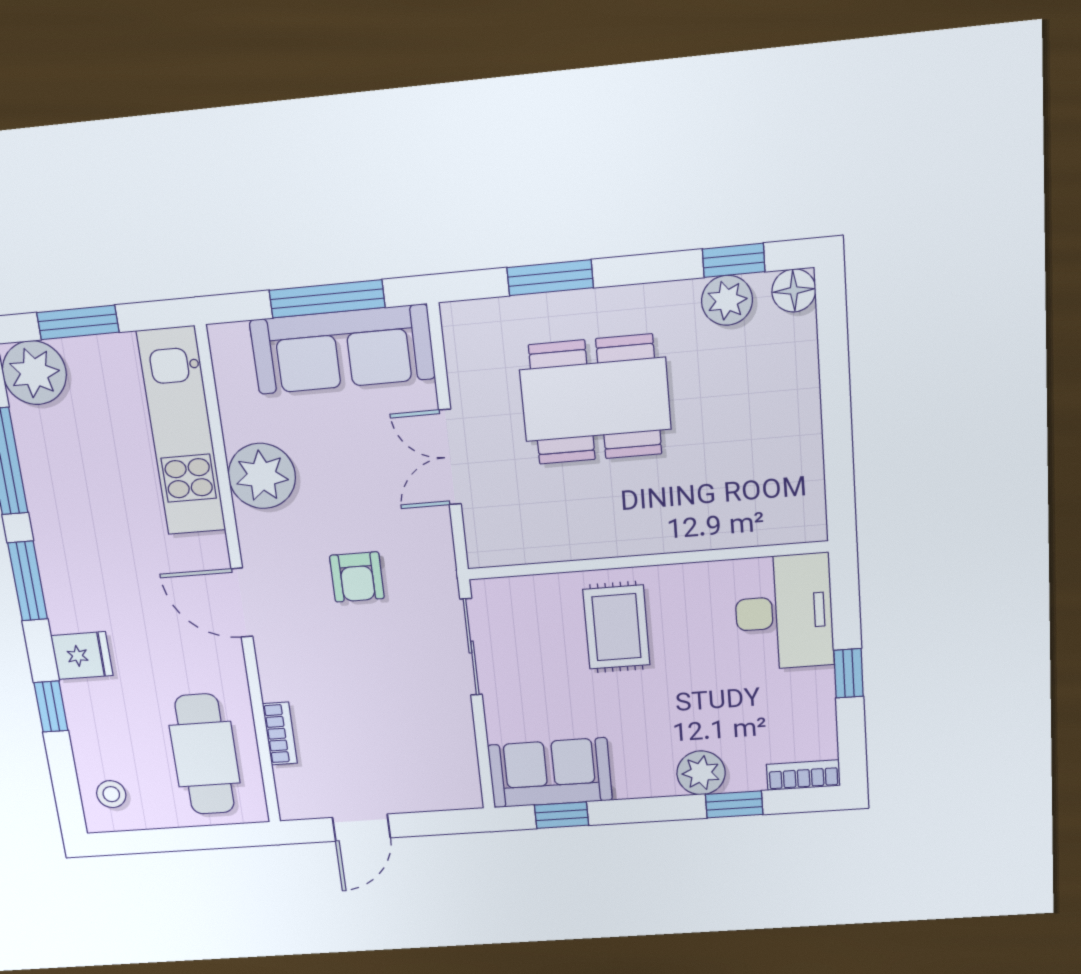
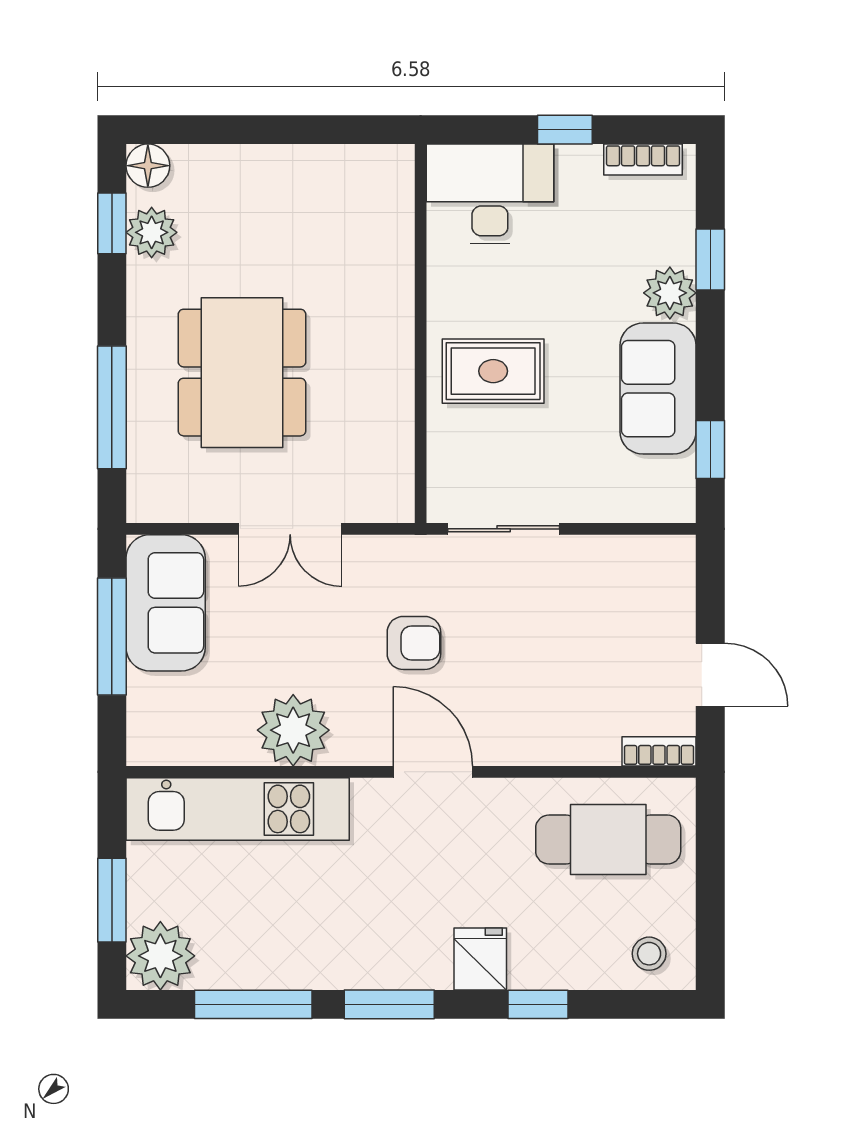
window: (550, 278) -> (112, 407), width x1.44
sofa: (342, 349) -> (166, 603), width x0.73
door: (242, 603) -> (433, 772), swing flipped
bookcase: (280, 733) -> (659, 751), moved
sofa: (550, 773) -> (658, 389), moved
bookcase: (803, 775) -> (643, 160), moved, turned -90

